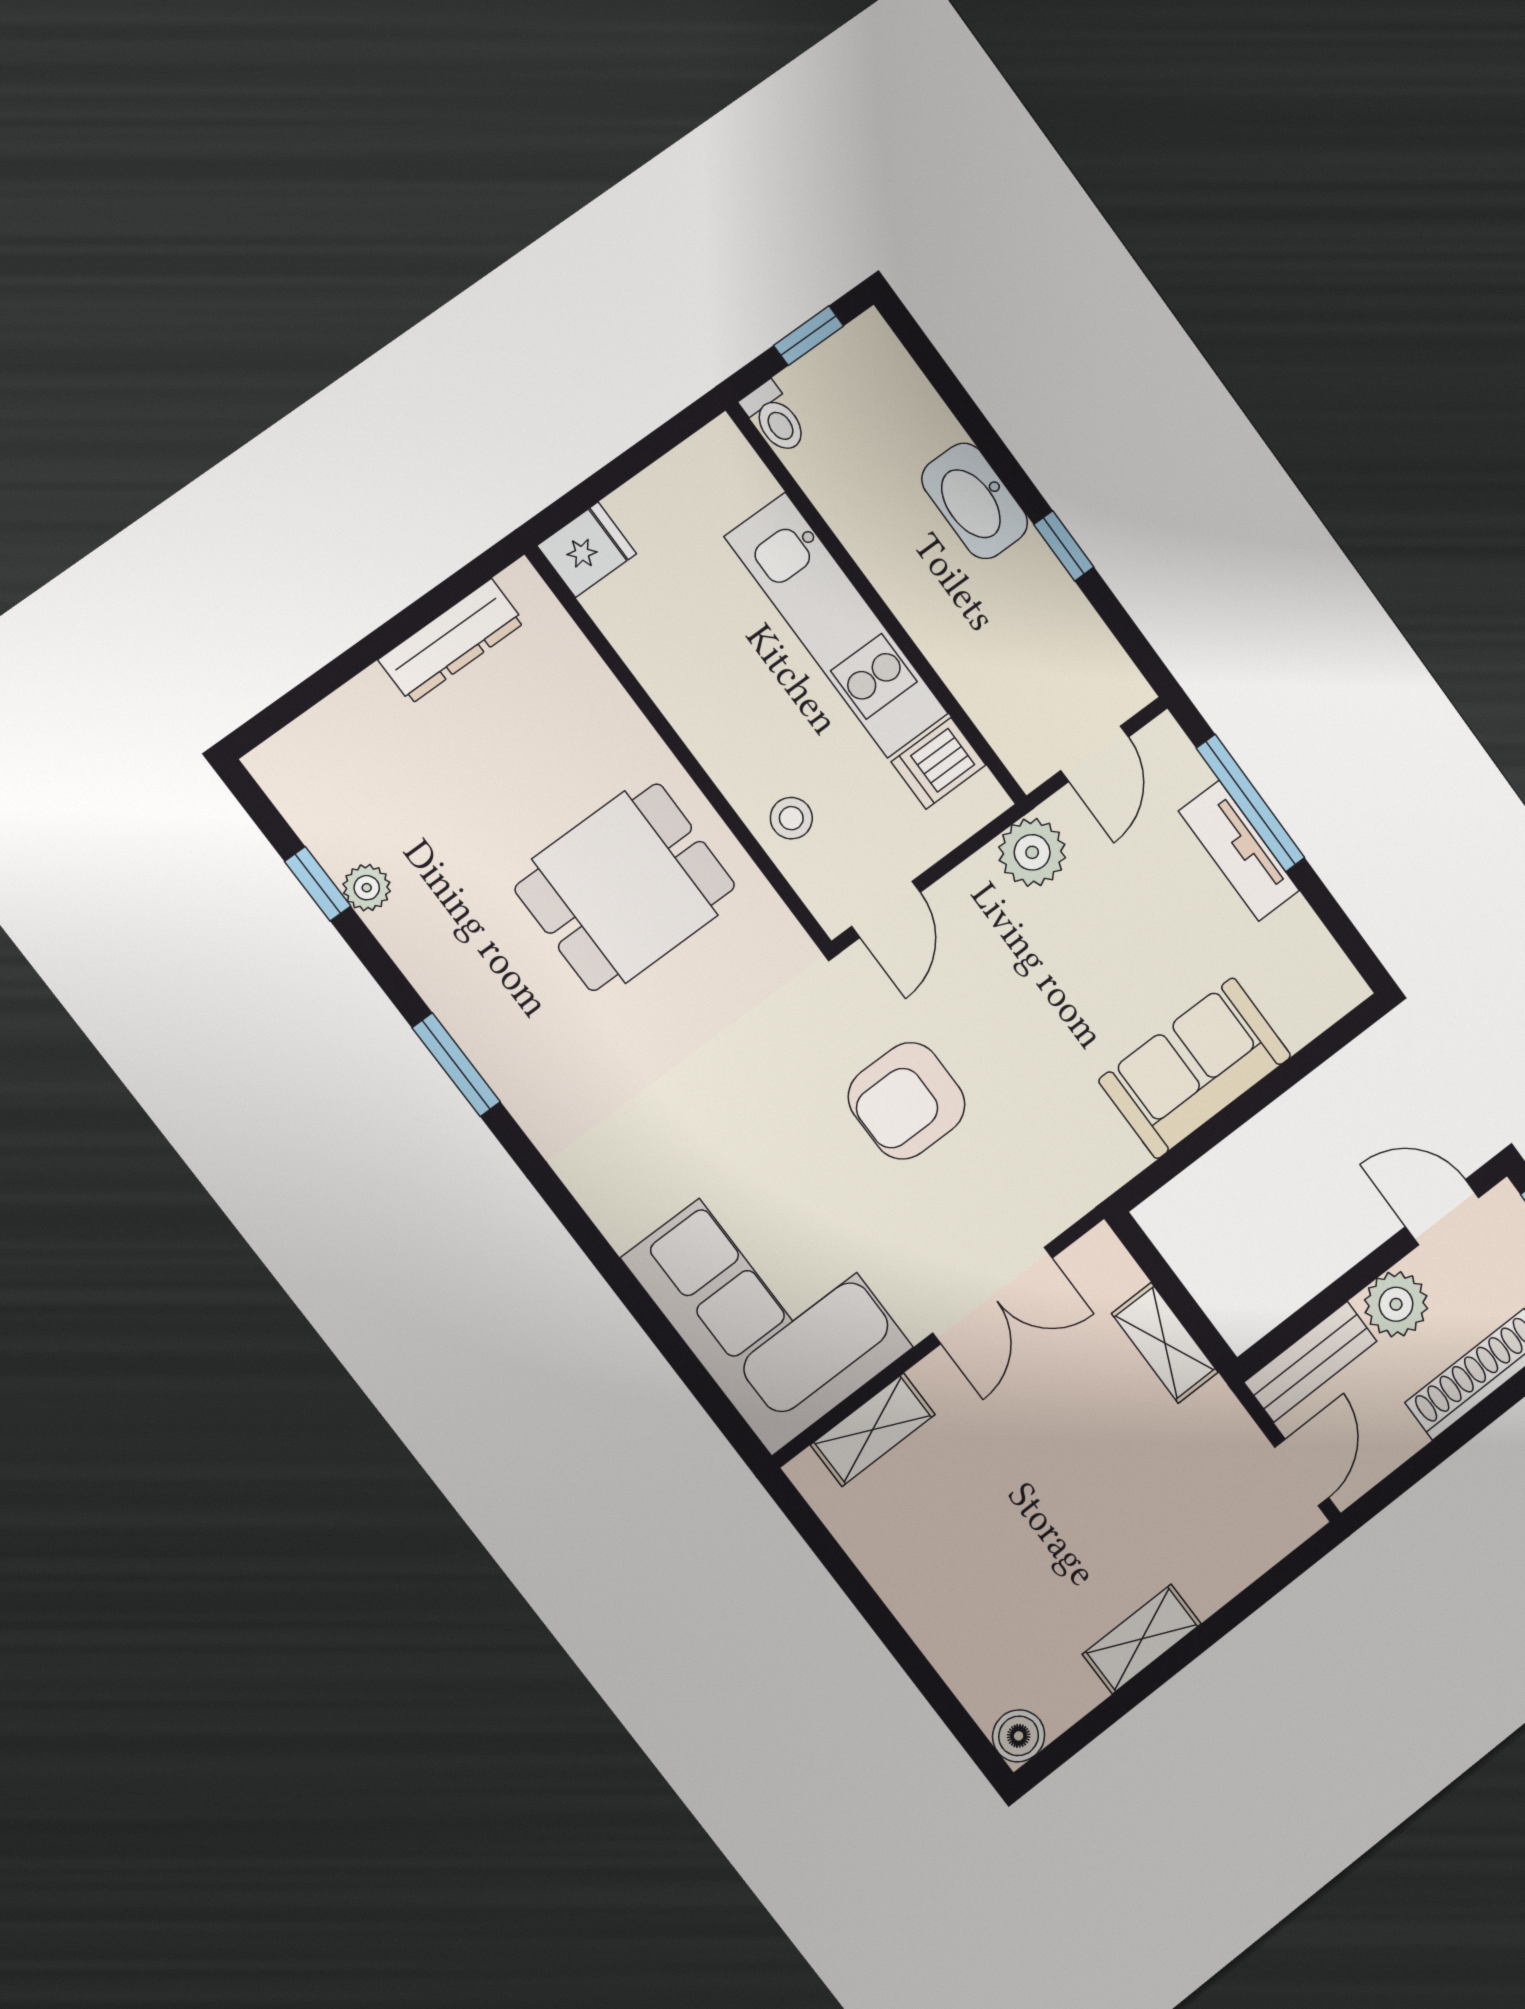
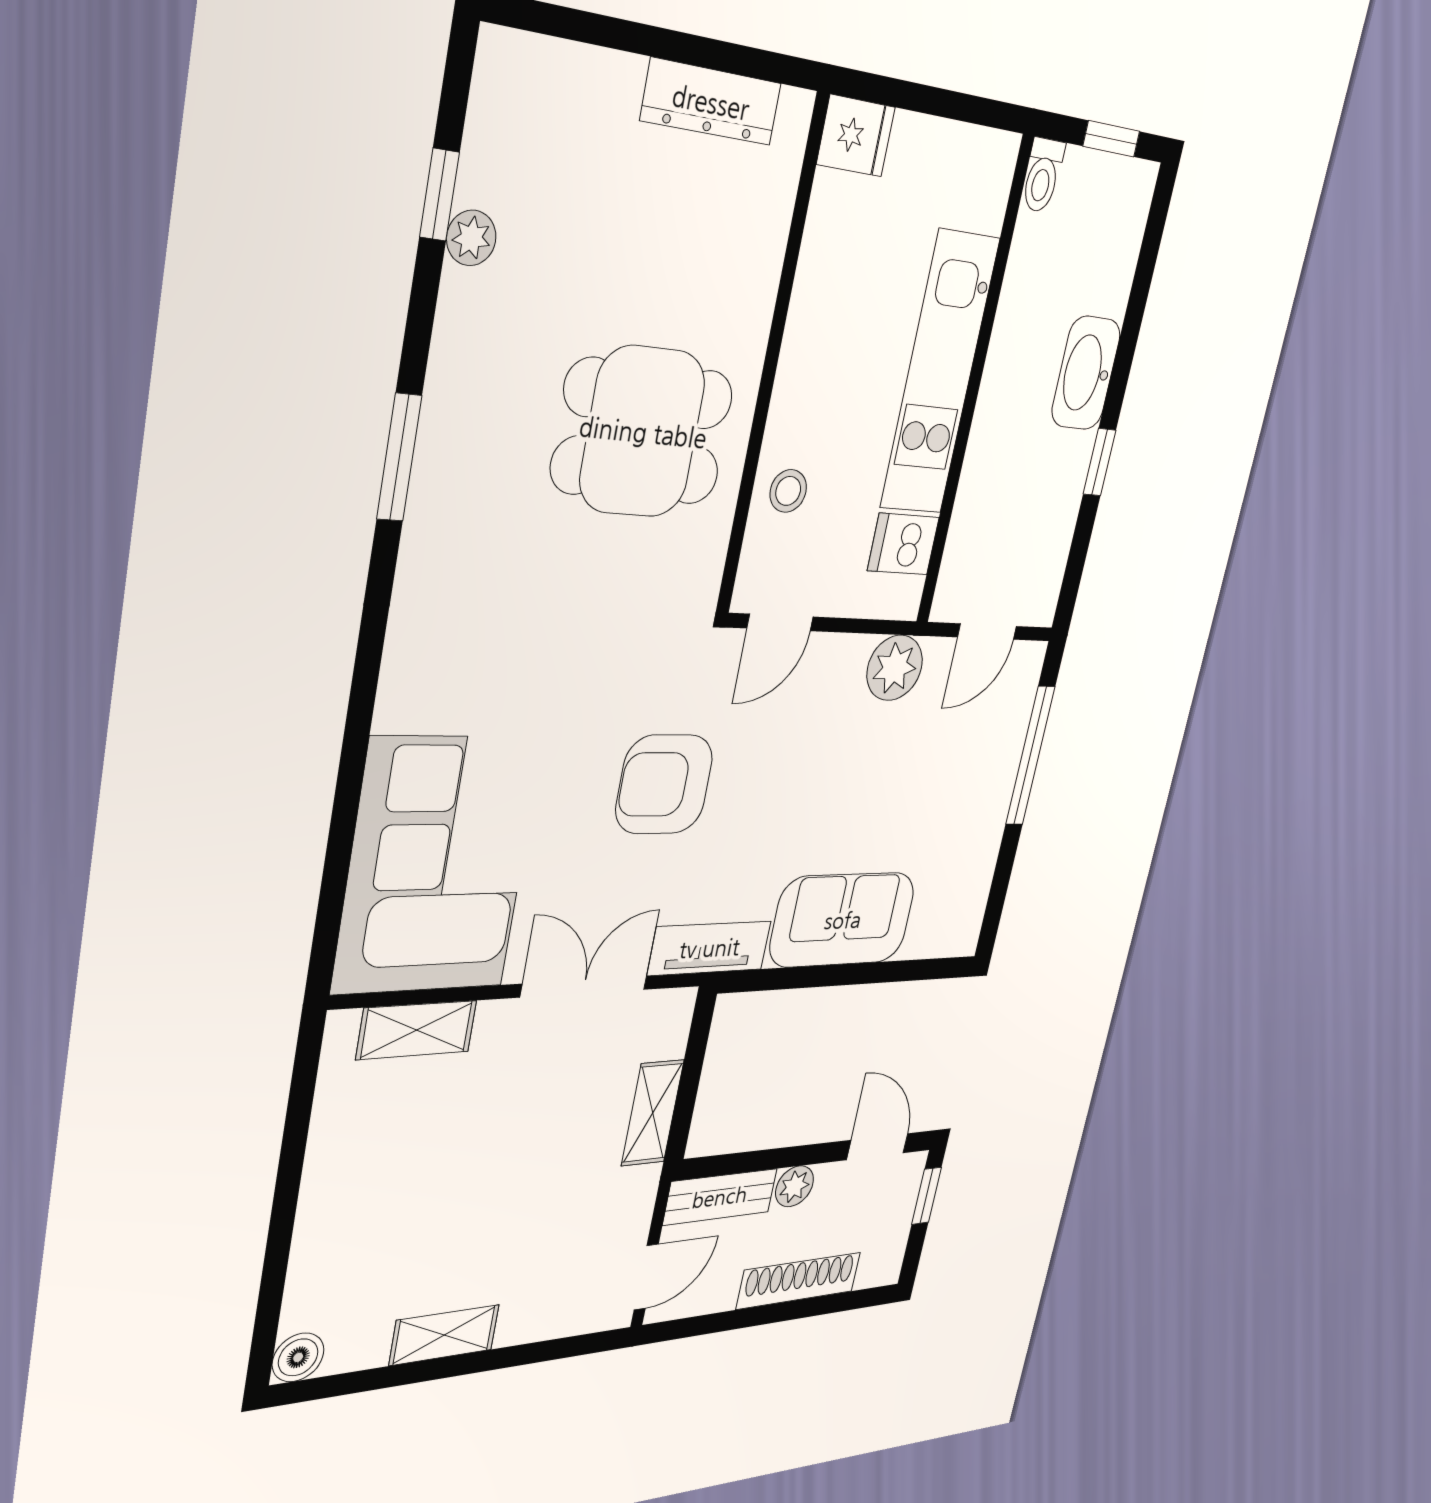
tv unit: (1239, 851) -> (710, 948), moved, turned 90
double door: (993, 1295) -> (584, 987), swing flipped
plant: (1396, 1304) -> (795, 1186), width x0.73, depth x0.73

